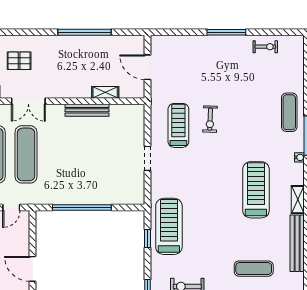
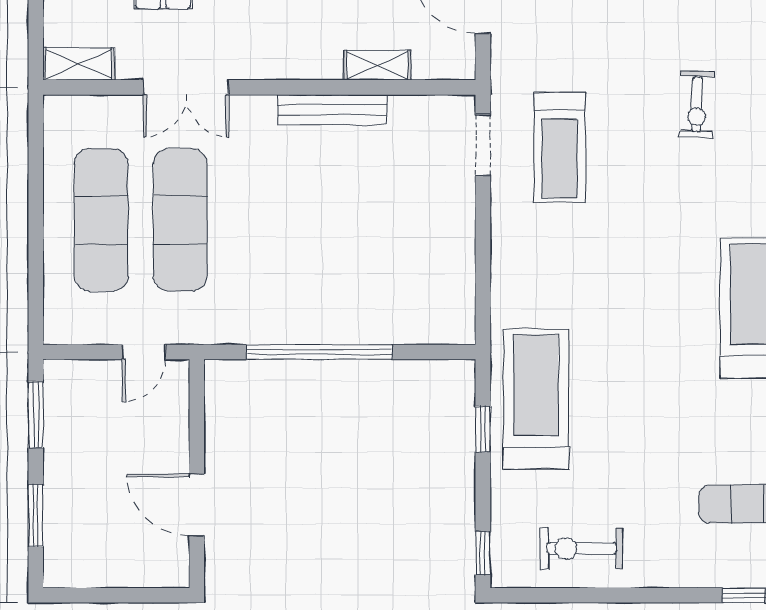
exercise bike: (210, 119) -> (697, 104), moved
treadmill: (178, 125) -> (560, 147), turned 180
doorway: (148, 158) -> (483, 145), moved

